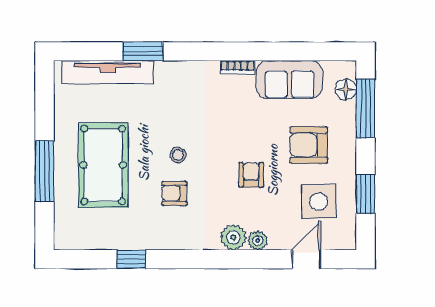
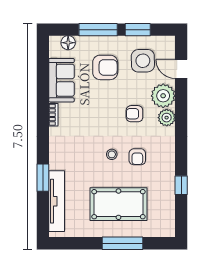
window: (365, 108) -> (98, 30), moved
armchair: (309, 145) -> (105, 67), turned -90
armchair: (251, 175) -> (134, 114), moved
plant: (258, 241) -> (163, 96), width x1.88, depth x1.88

